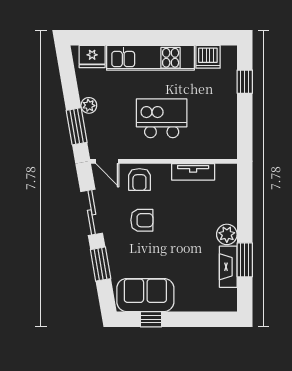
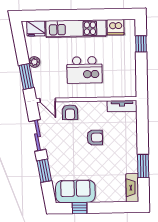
kitchen island: (162, 118) -> (84, 70), turned 180
tv unit: (193, 172) -> (122, 106), moved
armchair: (142, 220) -> (95, 138), moved
plant: (227, 234) -> (131, 149), removed
fireplace: (228, 267) -> (132, 188), moved

